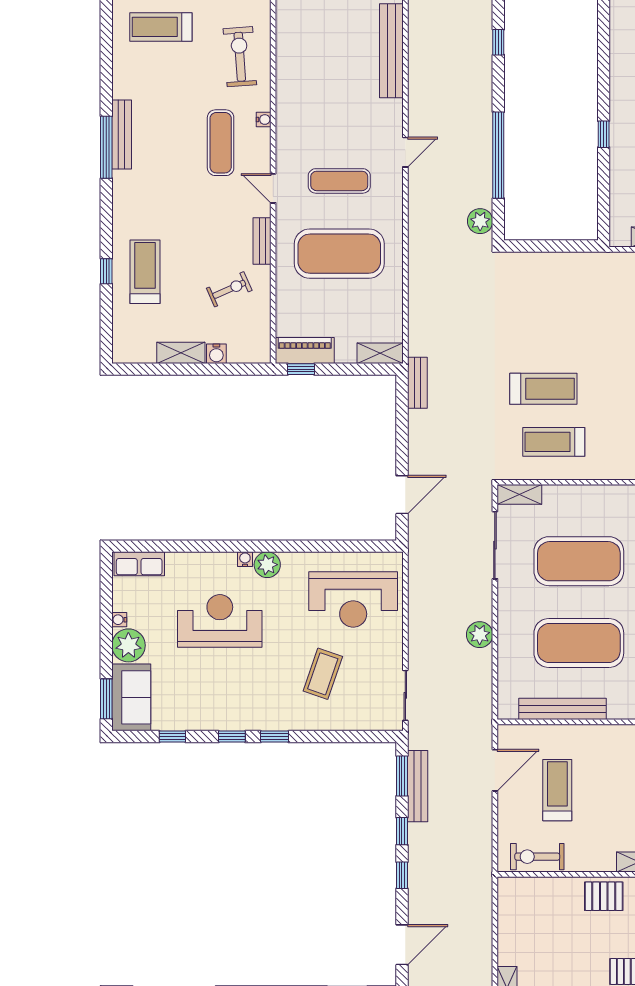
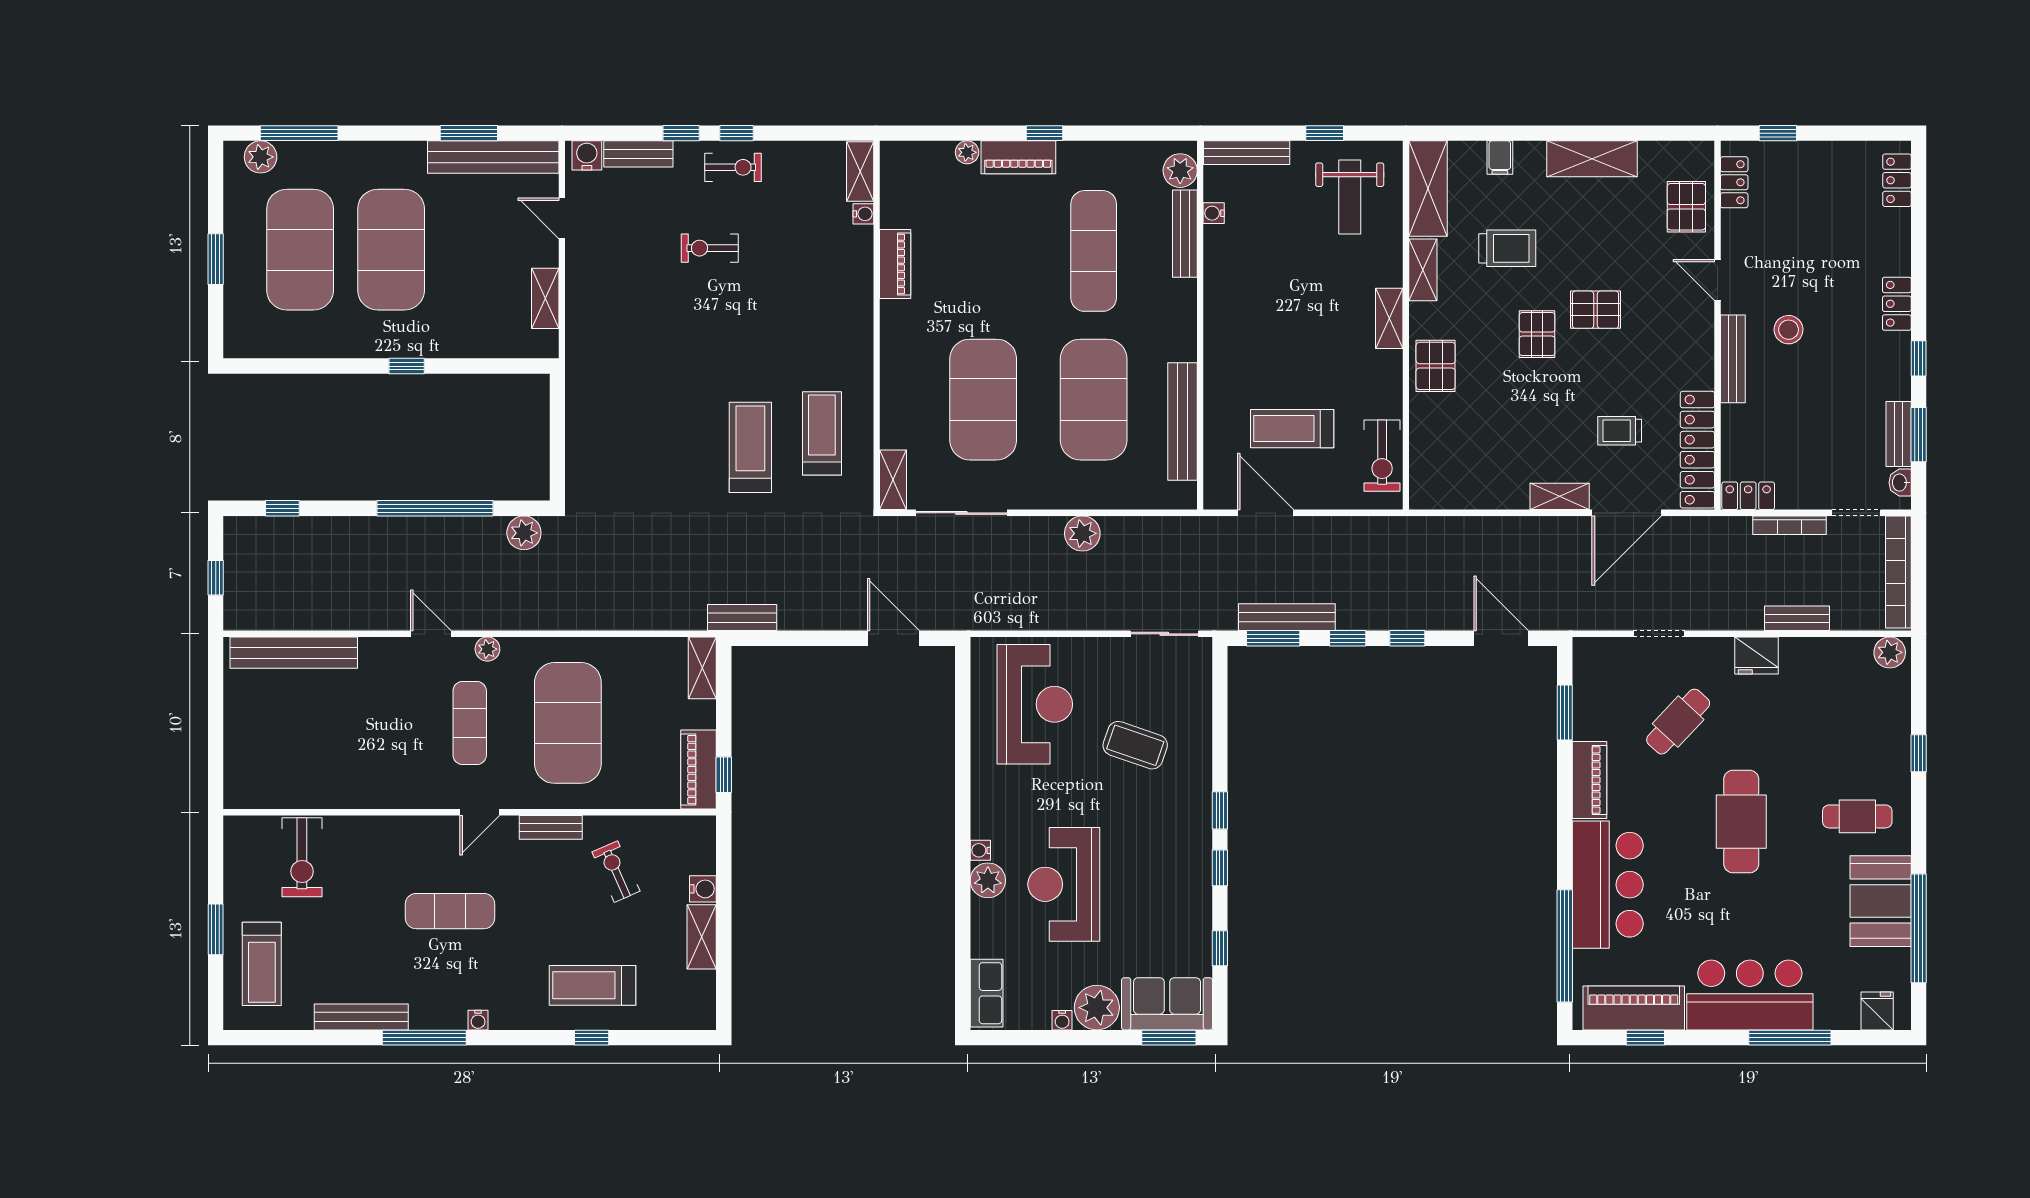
exercise bike: (240, 57) -> (302, 857), turned -86
water cooler: (264, 120) -> (478, 1020), moved, turned 180
bench: (122, 134) -> (361, 1017), moved
exercise mat: (221, 143) -> (450, 911), moved
plant: (394, 194) -> (487, 649), added
treadmill: (554, 442) -> (822, 433), turned 180
plant: (267, 565) -> (988, 880), moved

